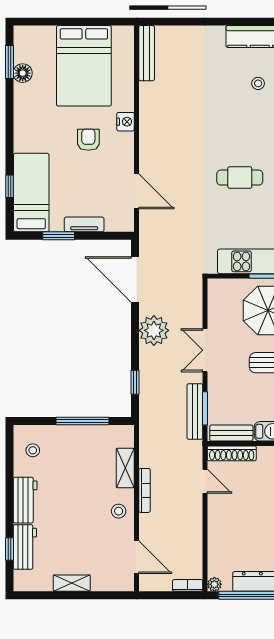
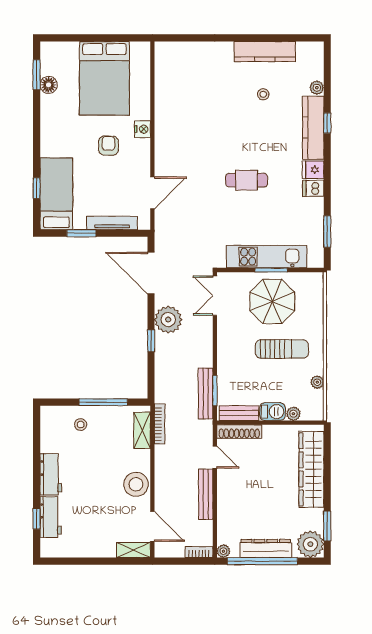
bench: (147, 53) -> (206, 494), moved
door: (137, 191) -> (152, 193), hinge flipped
tv unit: (84, 224) -> (112, 223), width x1.41
double door: (205, 350) -> (215, 296), moved
window: (135, 382) -> (151, 341), moved
stool: (33, 450) -> (81, 425), moved
shelving: (125, 468) -> (142, 430), moved
bookcase: (144, 490) -> (160, 424), moved
stool: (119, 511) -> (136, 484), width x1.89, depth x1.89
shelving: (72, 583) -> (133, 550), moved

